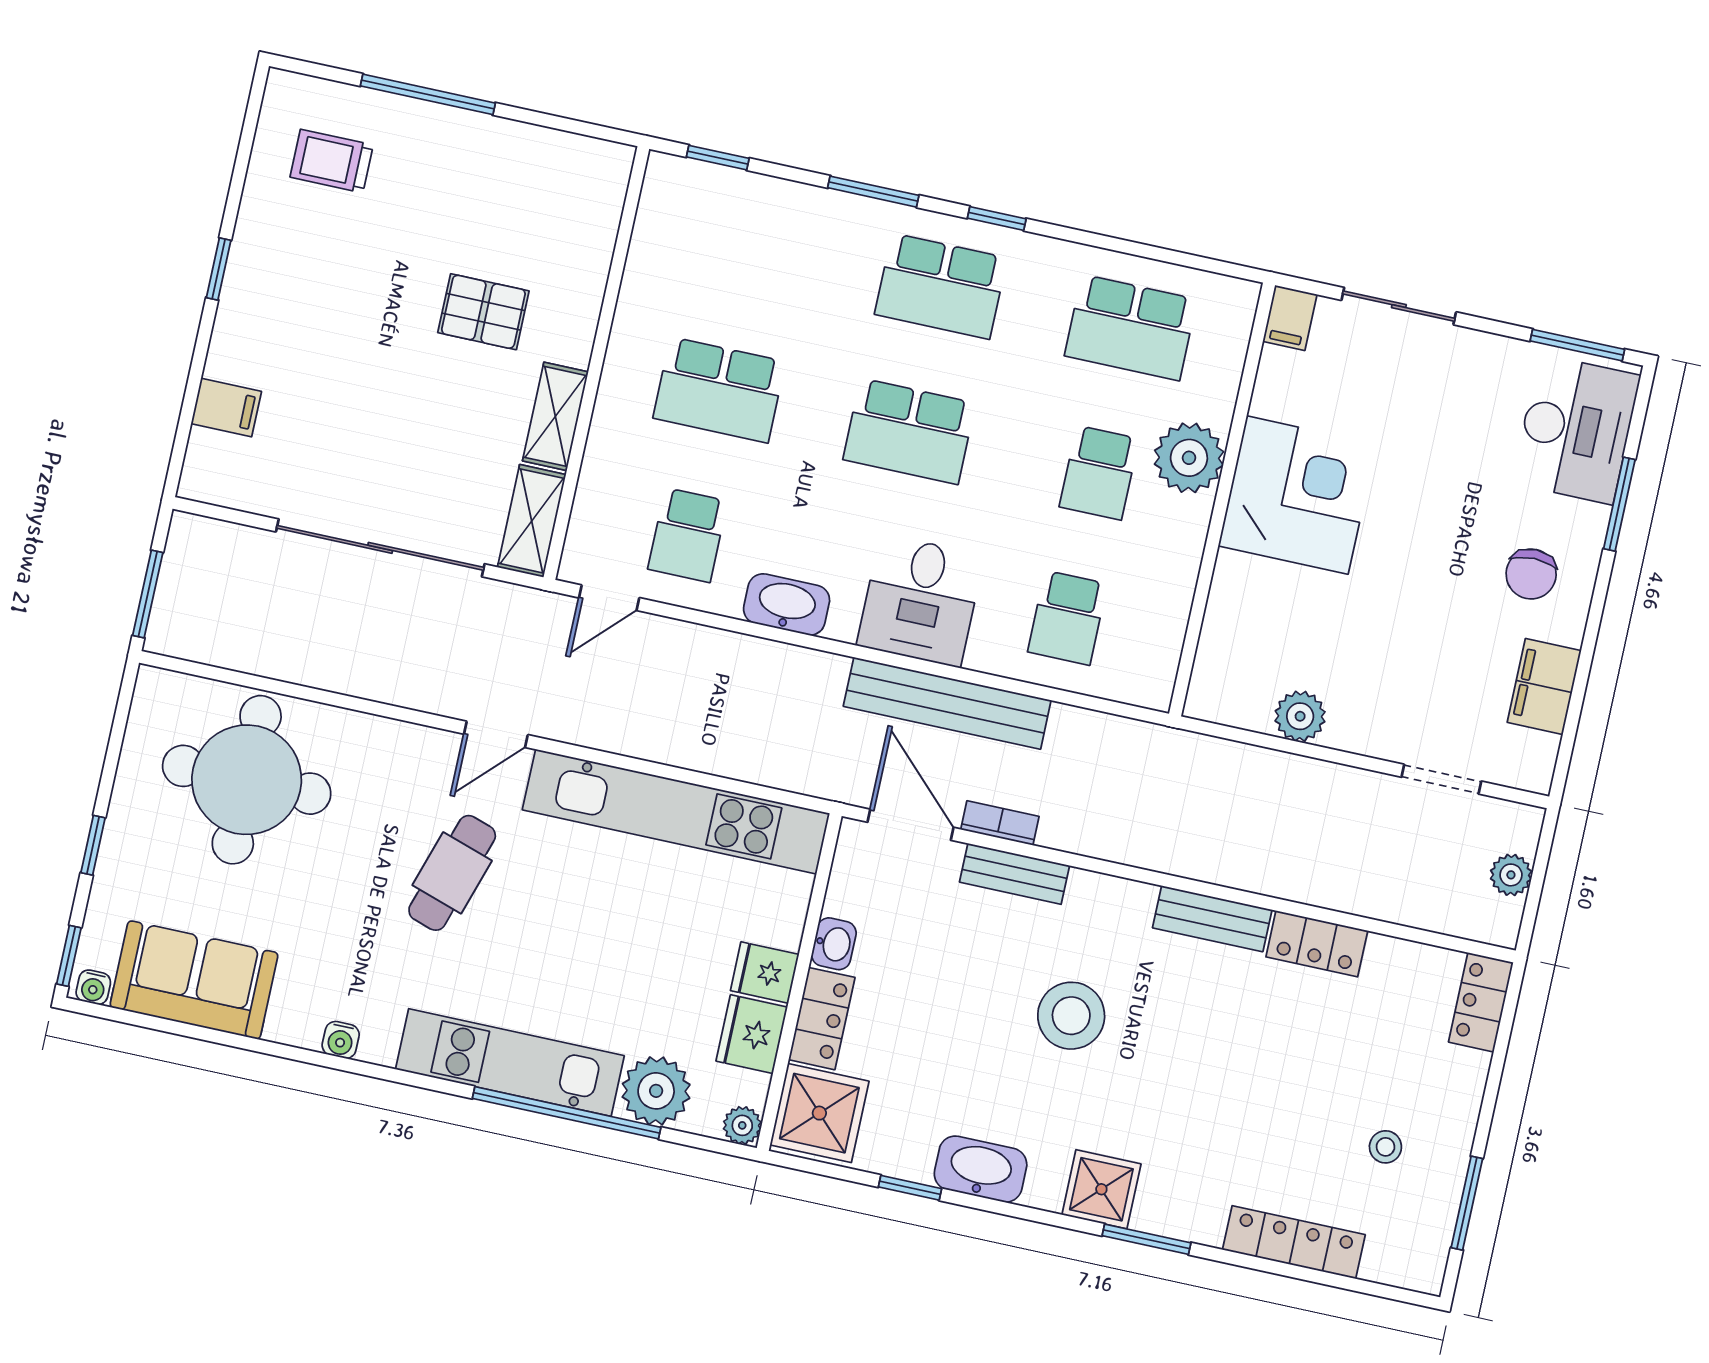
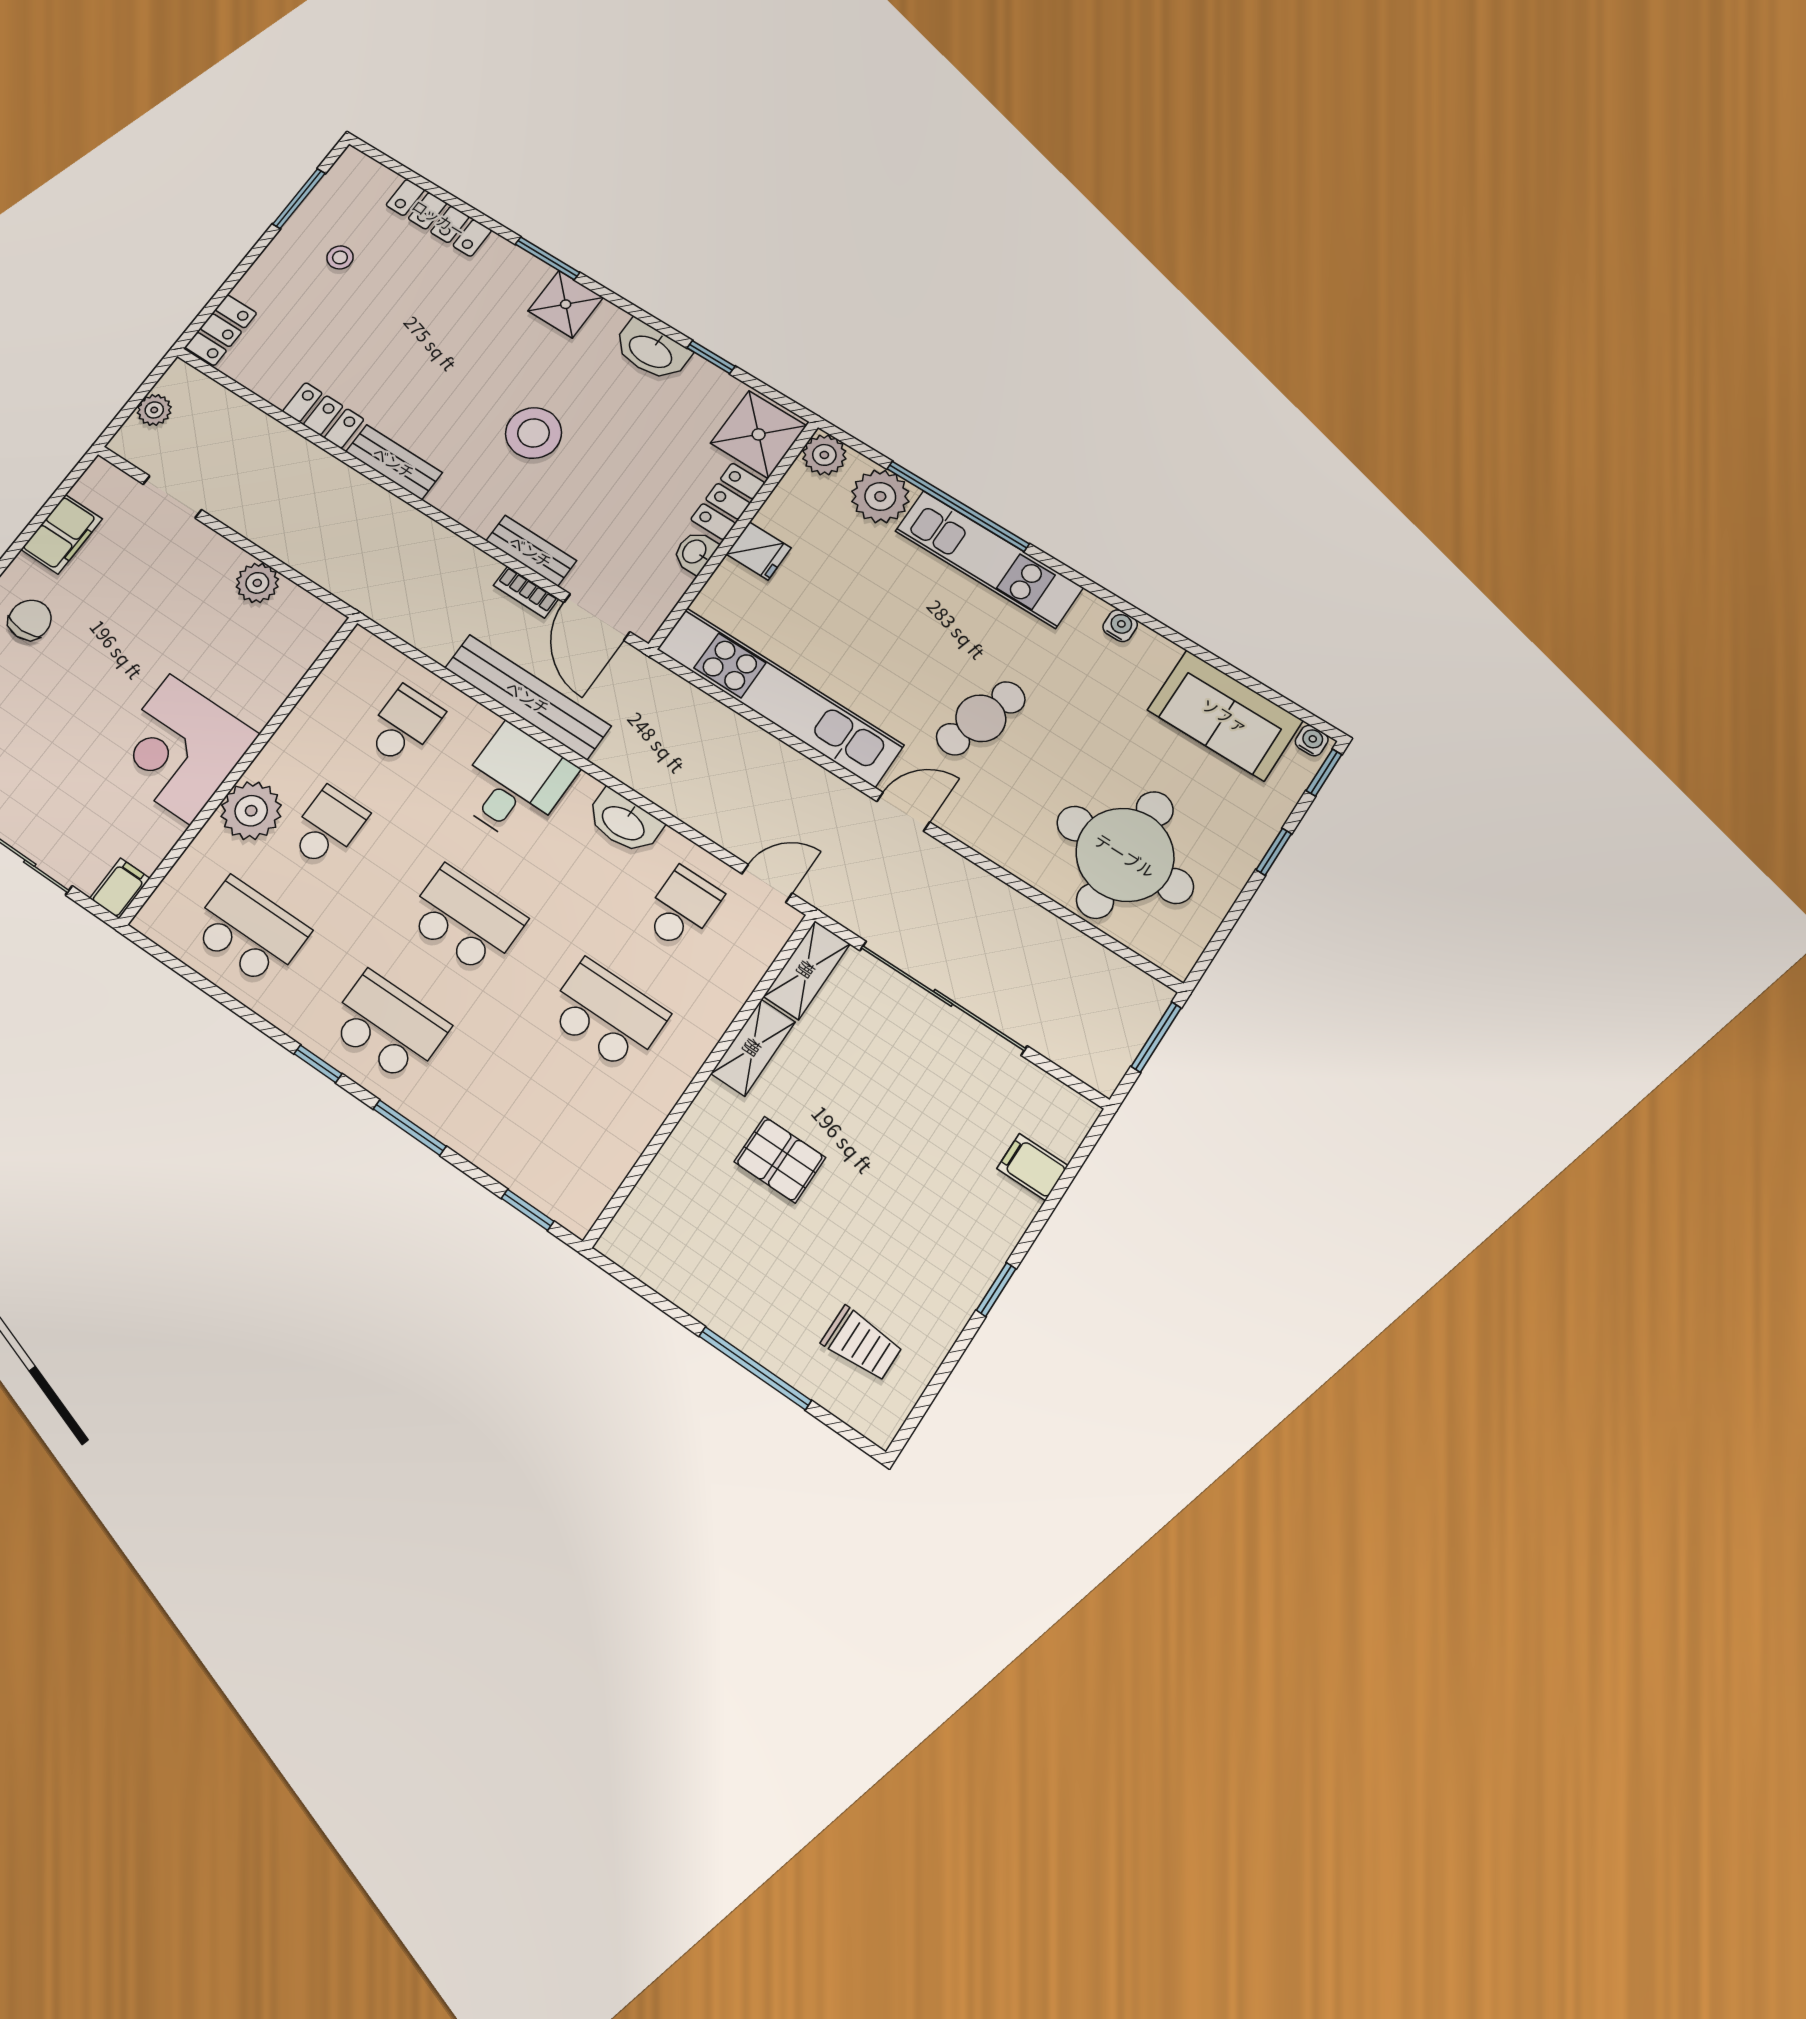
fridge: (752, 1034) -> (788, 510), removed
plant: (742, 1125) -> (824, 455), width x1.38, depth x1.38

